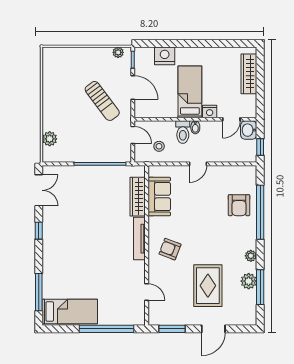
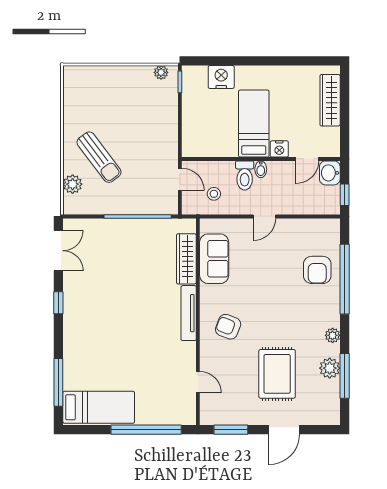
door: (133, 87) -> (180, 118), removed
sun lounger: (102, 101) -> (99, 157), moved

